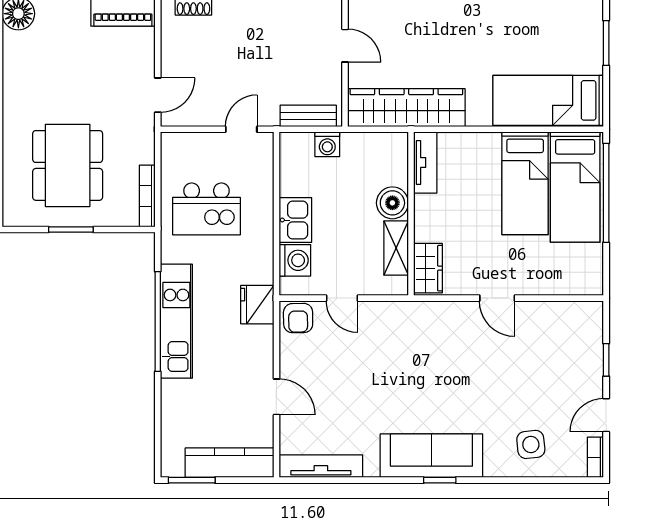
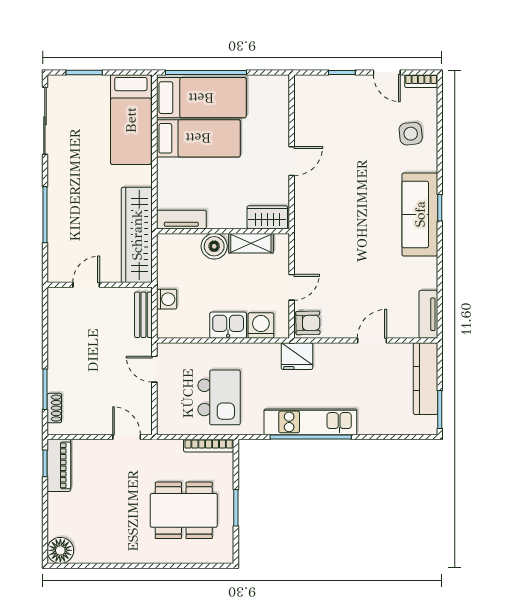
tv unit: (321, 466) -> (428, 314), width x0.71

